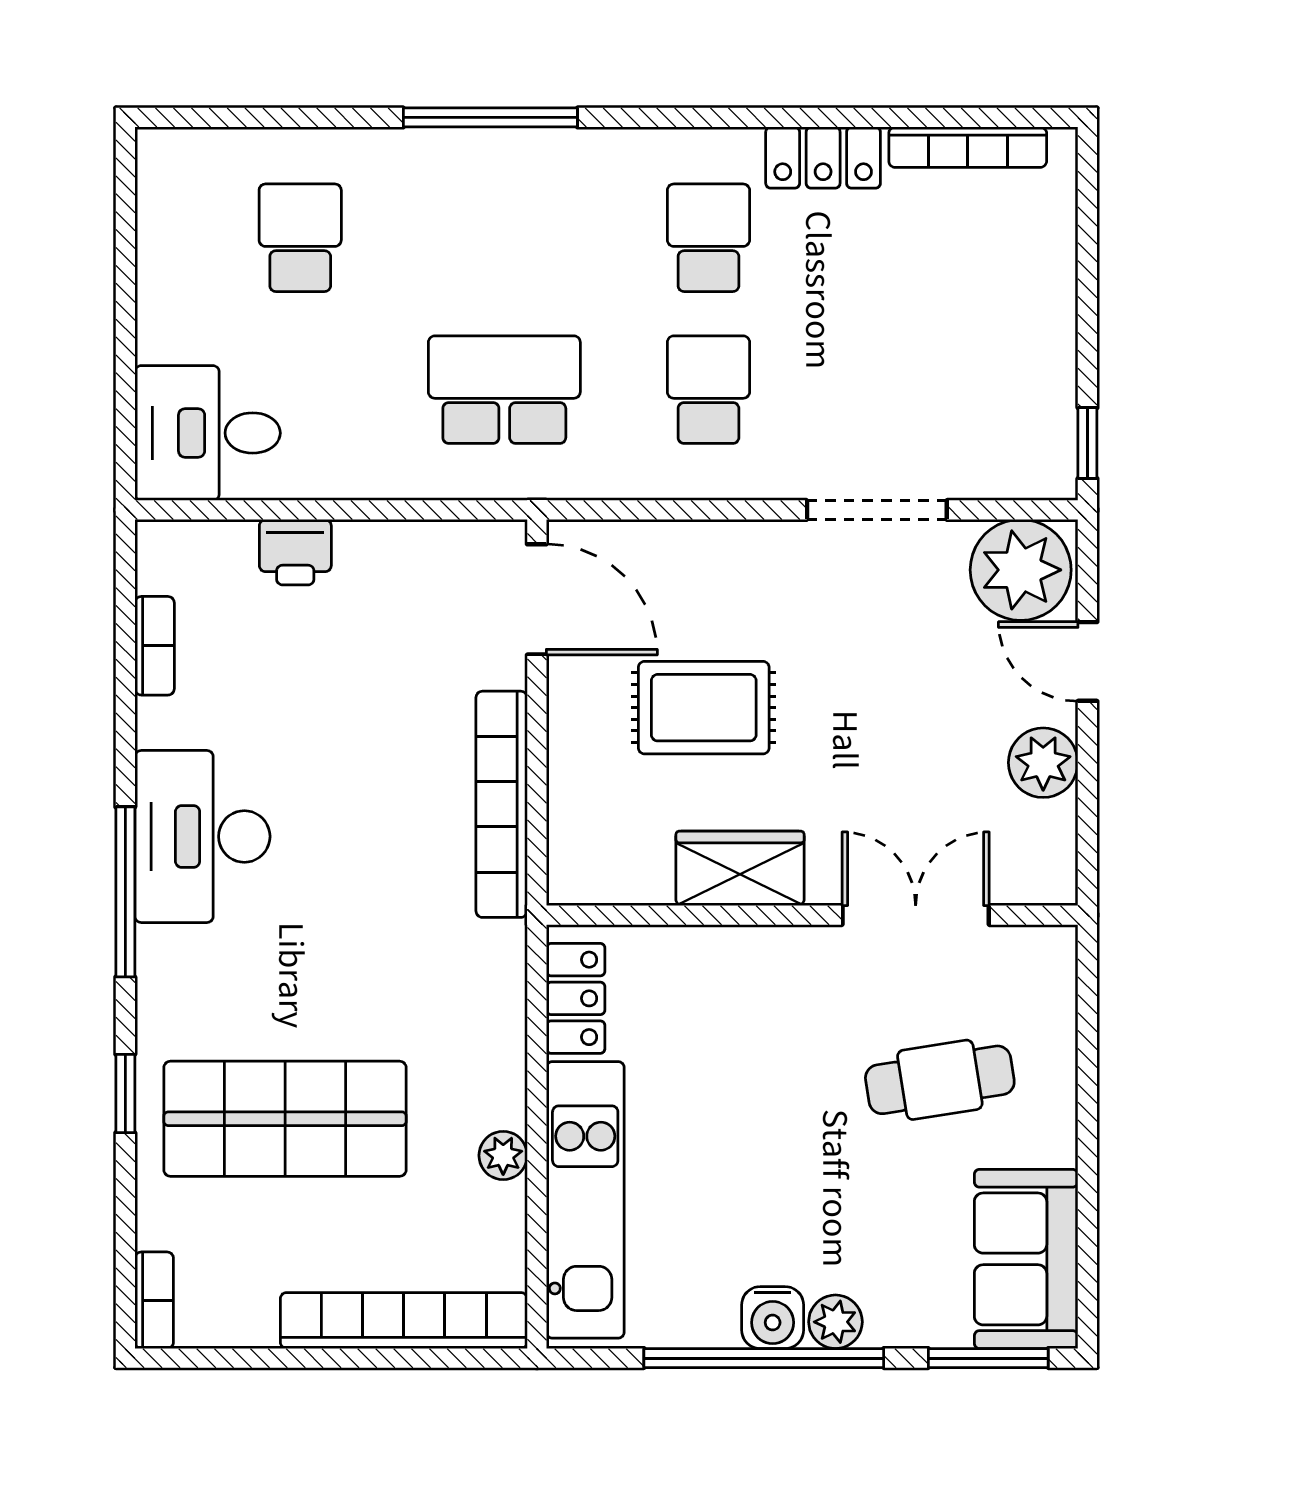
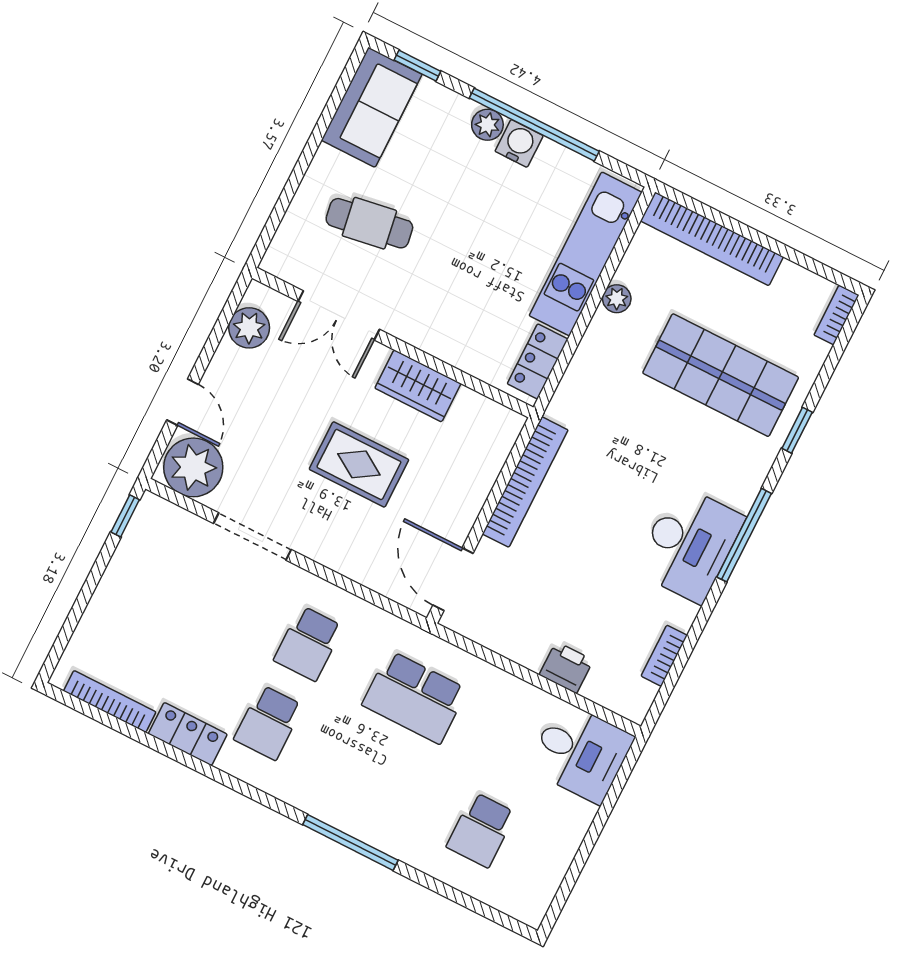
rug: (704, 708) -> (359, 464), moved
plant: (1043, 763) -> (249, 328), moved
window: (988, 1358) -> (417, 66), width x0.67

